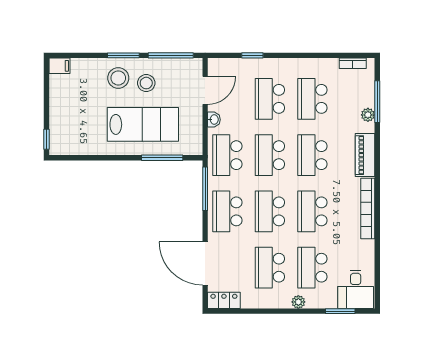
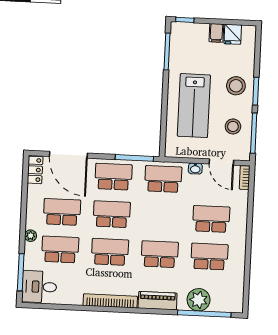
window: (252, 55) -> (250, 205), removed
bookcase: (353, 63) -> (245, 178), moved
filing cabinet: (60, 66) -> (216, 33), moved
stool: (146, 83) -> (233, 126), moved
fridge: (60, 84) -> (233, 34), added
window: (377, 102) -> (204, 314), width x1.46
plant: (368, 115) -> (199, 300), width x1.87, depth x1.87
school desk: (270, 155) -> (161, 217), removed
window: (162, 158) -> (167, 51), moved
door: (205, 263) -> (68, 155), swing flipped
window: (340, 311) -> (21, 272), width x1.44

